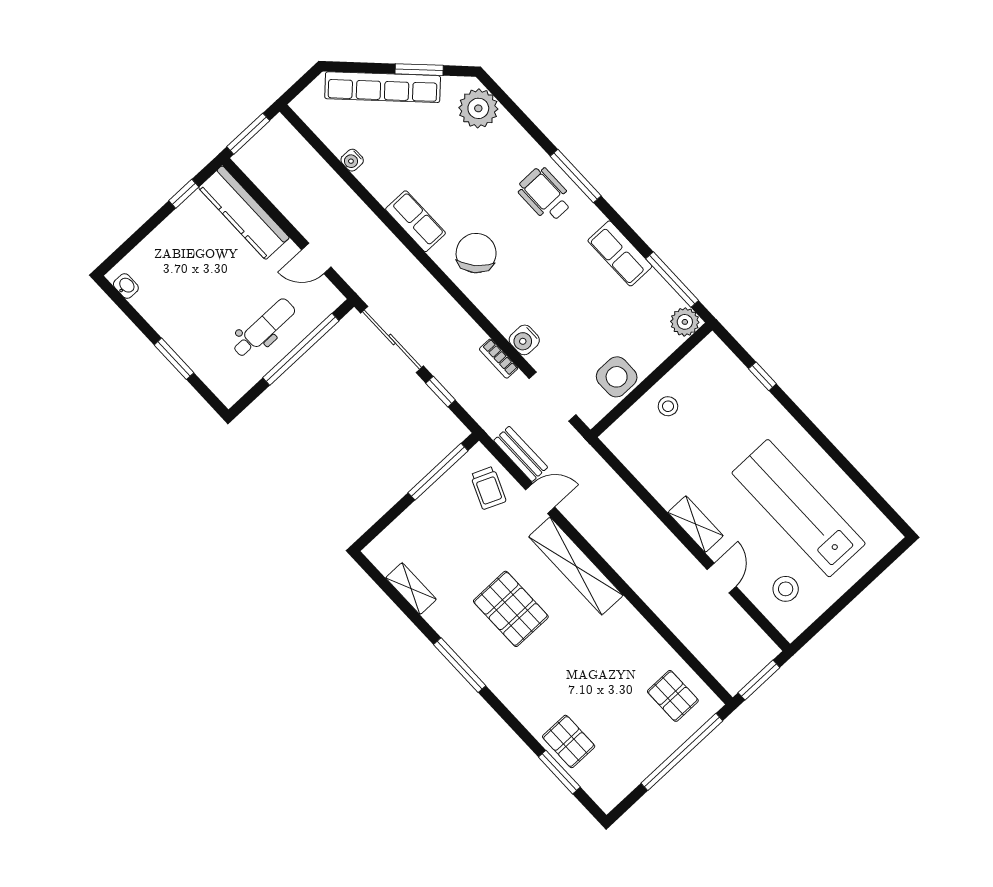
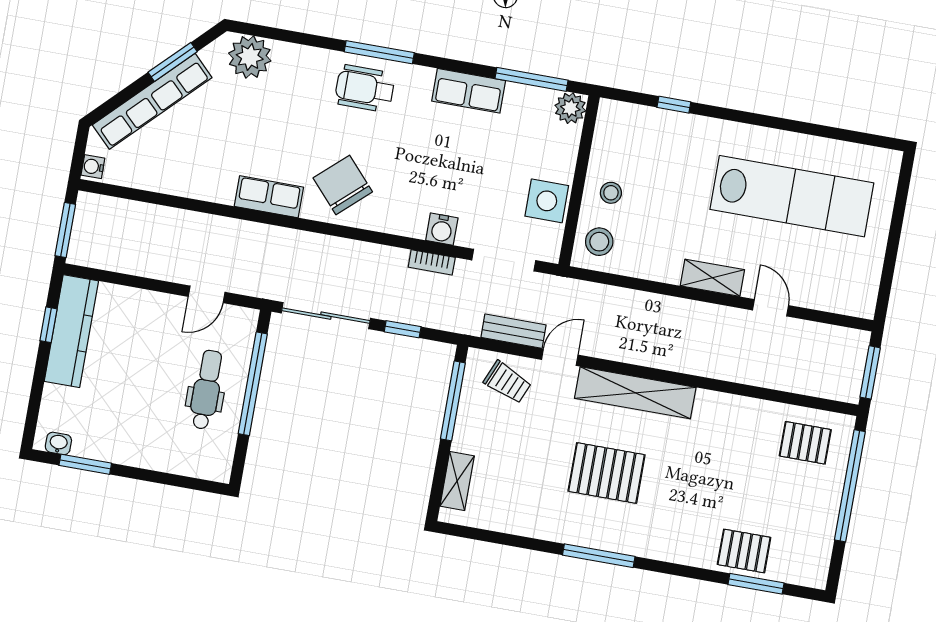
water cooler: (352, 160) -> (93, 167), moved, turned 90
kitchen counter: (244, 213) -> (71, 331), moved, turned -90
window: (174, 359) -> (85, 464), moved
lab bench: (799, 508) -> (792, 196), turned 180
shelving: (411, 589) -> (457, 481), moved, turned 90
stool: (786, 589) -> (599, 242), moved

